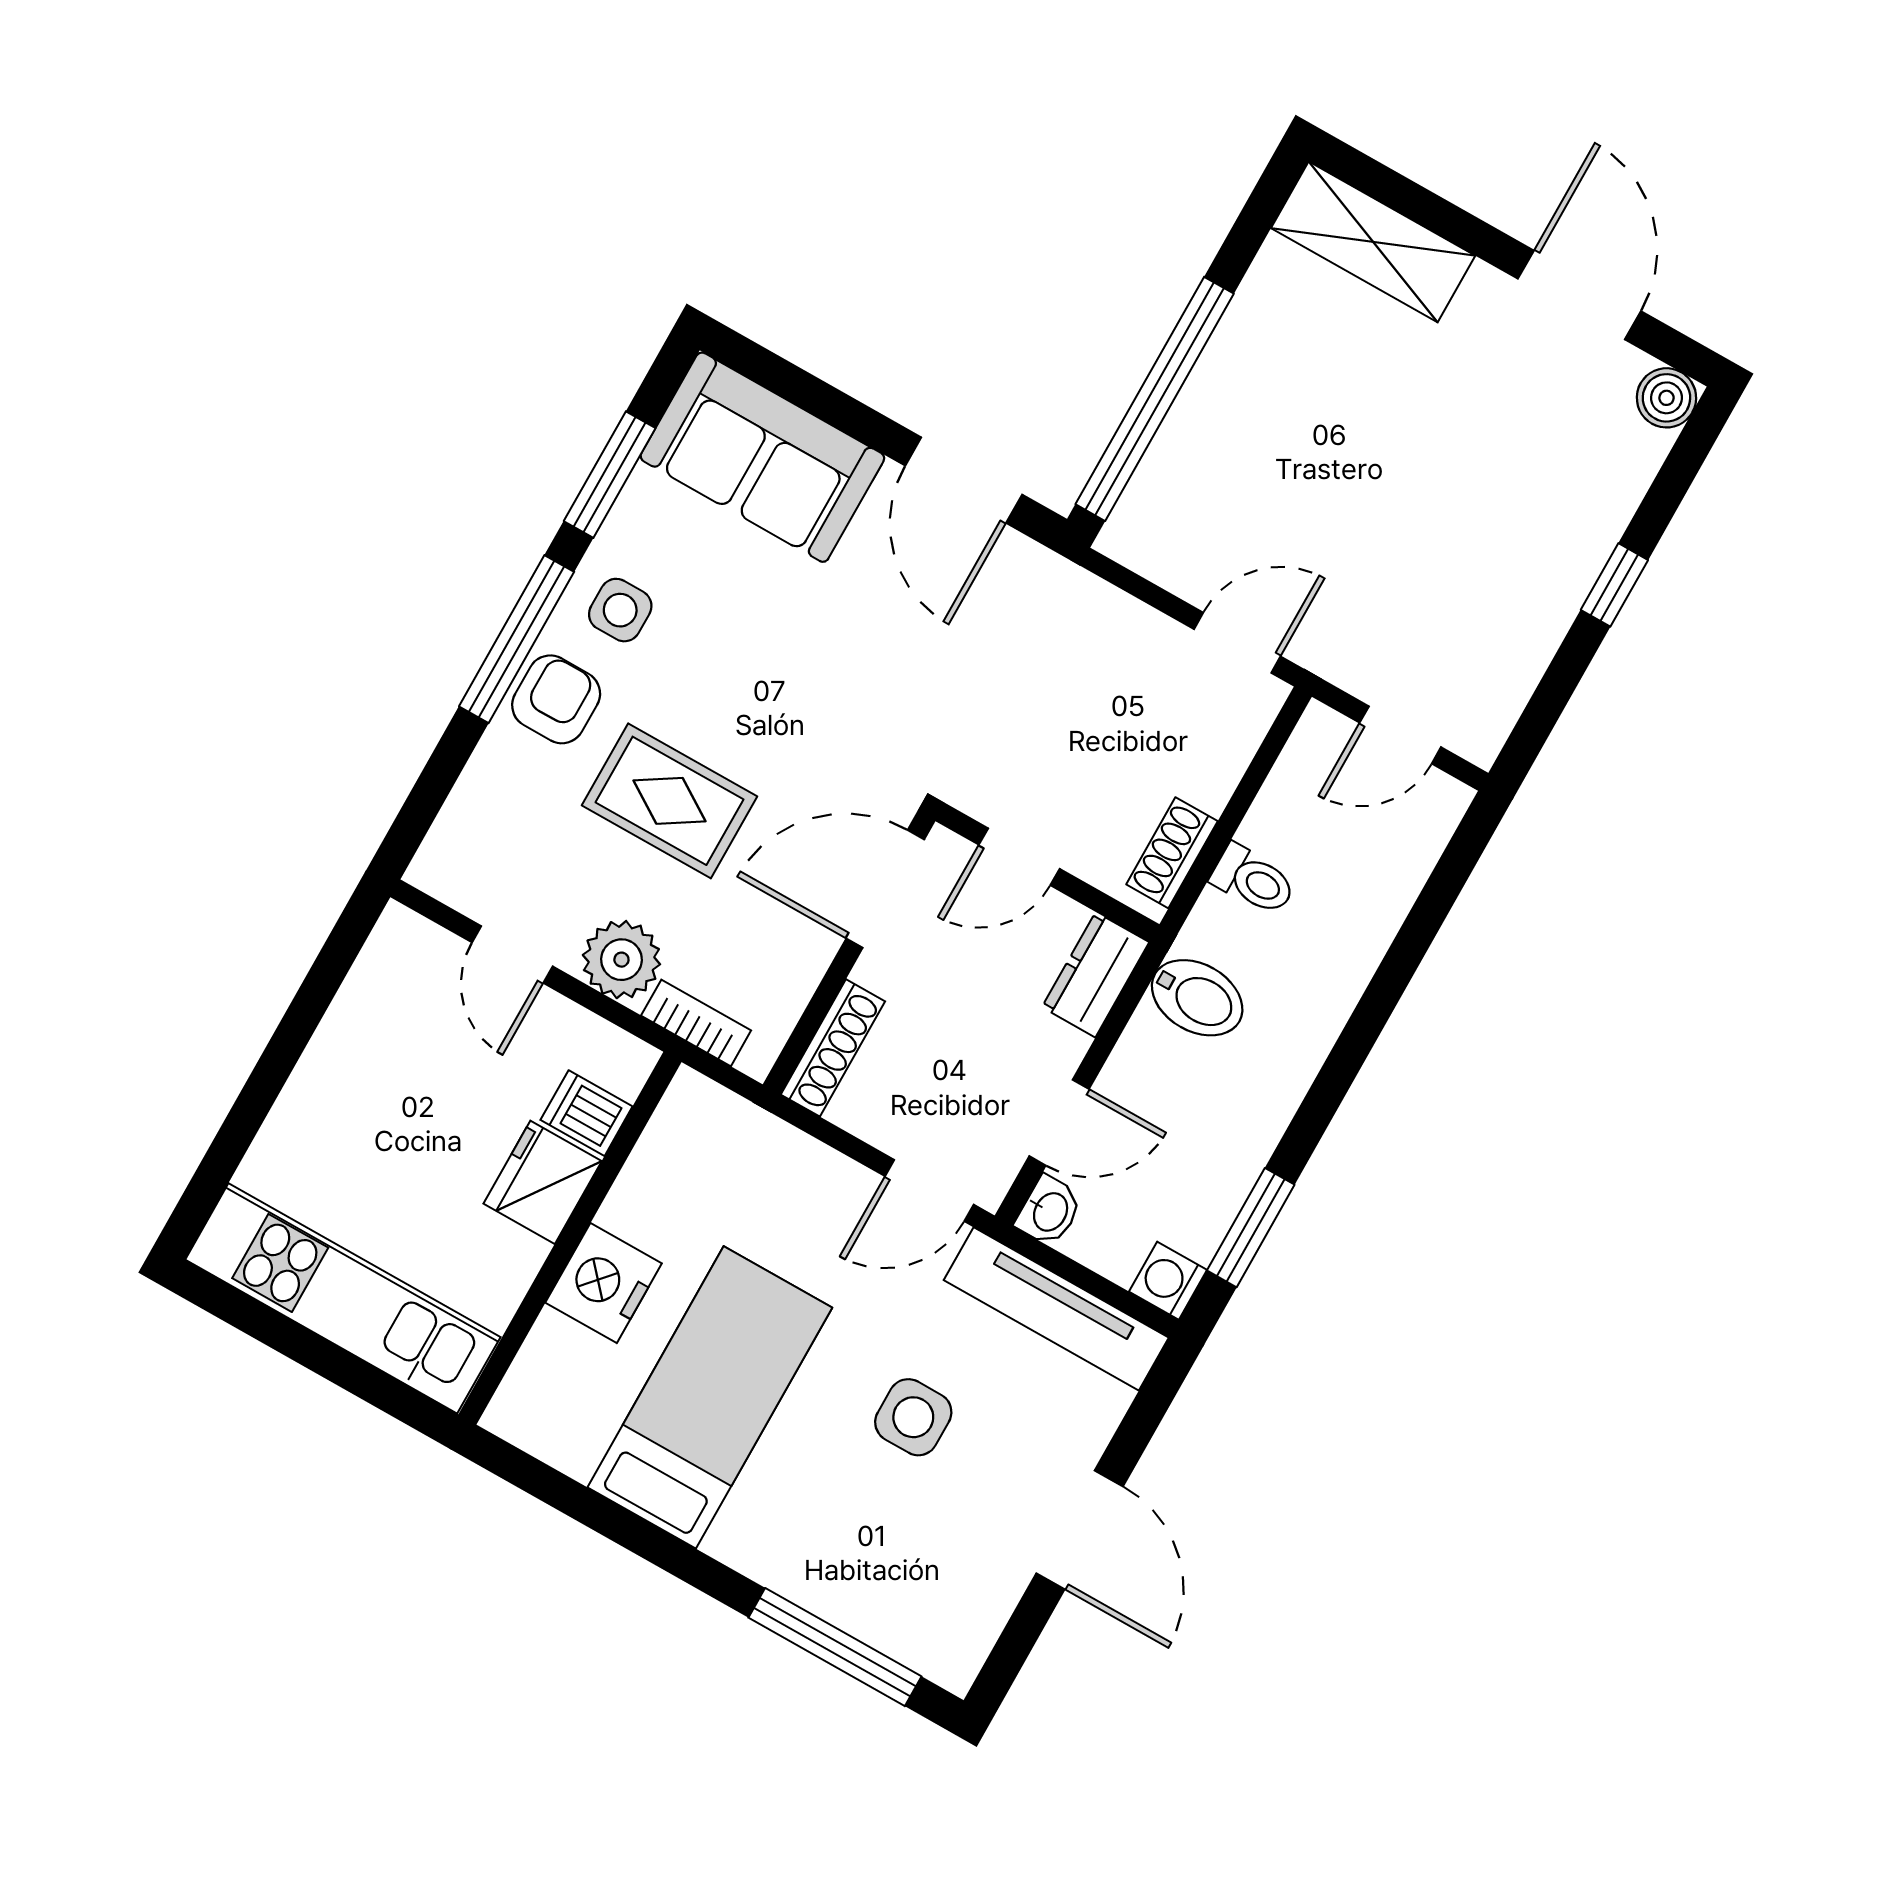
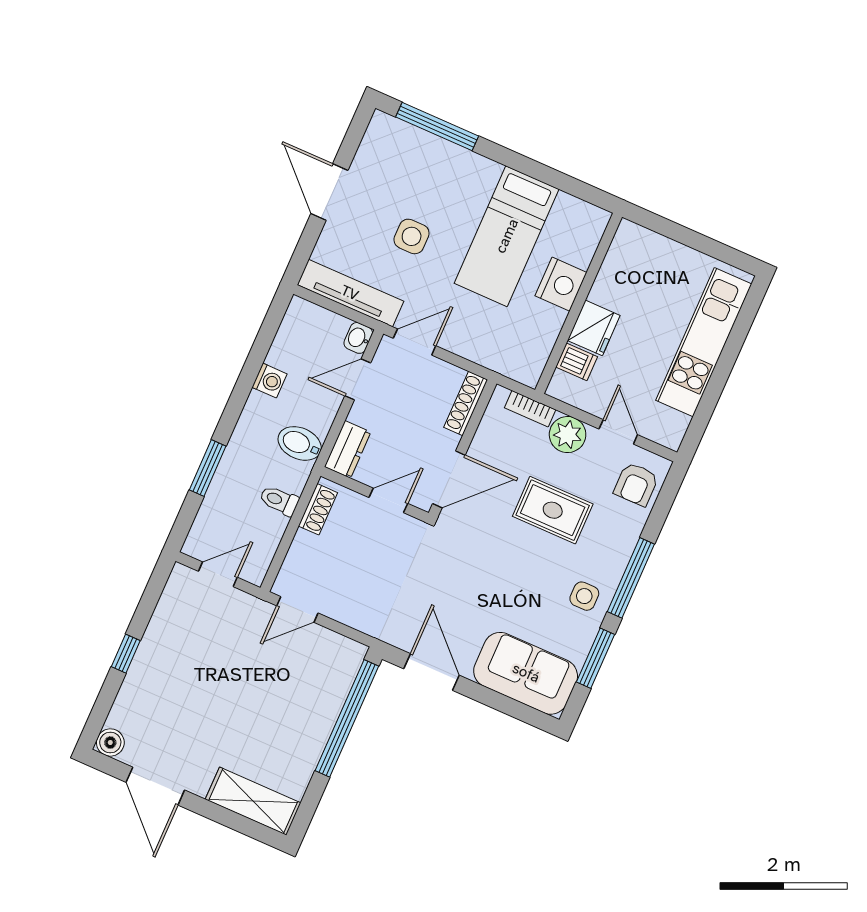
armchair: (556, 699) -> (636, 484), moved
window: (1251, 1228) -> (208, 468), moved
washing machine: (1168, 1281) -> (269, 381), moved
kitchen unit: (343, 1298) -> (704, 342), moved, turned 90

